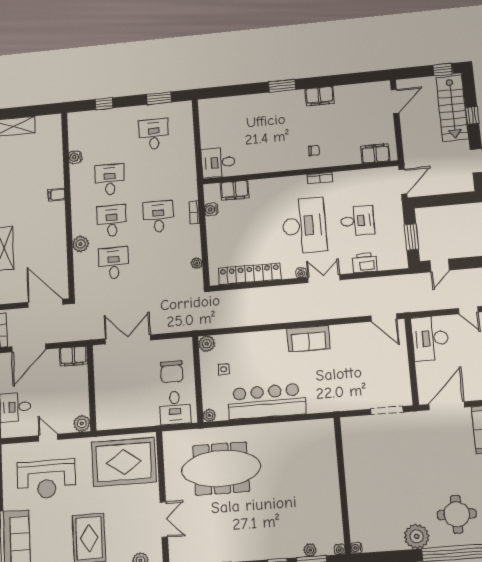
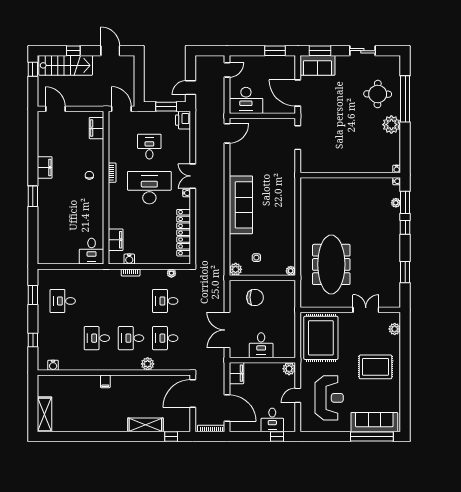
water cooler: (75, 157) -> (53, 365), moved
desk: (158, 216) -> (165, 301), moved
printer: (365, 263) -> (183, 120), moved
door: (440, 265) -> (190, 88), swing flipped
sofa: (308, 339) -> (241, 205), width x1.85, depth x1.27
bar counter: (267, 401) -> (284, 227), removed
desk: (175, 408) -> (261, 345), moved, turned 90

